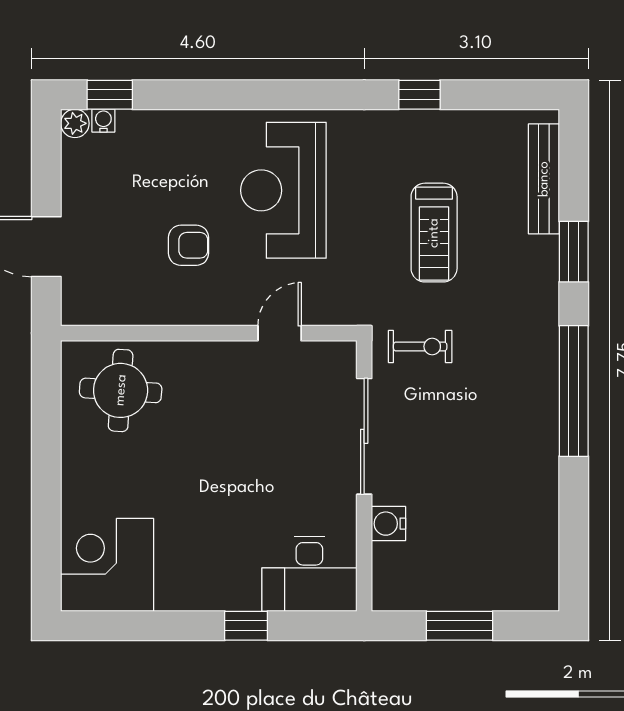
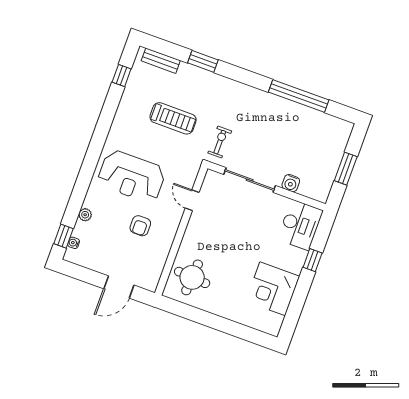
window: (419, 95) -> (122, 76), moved
plant: (75, 123) -> (85, 215), moved
bench: (544, 179) -> (161, 61), width x0.73
armchair: (189, 245) -> (140, 226), turned 180
window: (574, 391) -> (299, 96), moved
corner desk: (107, 565) -> (273, 289), moved

